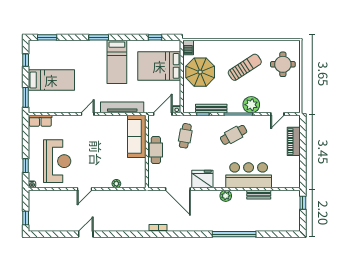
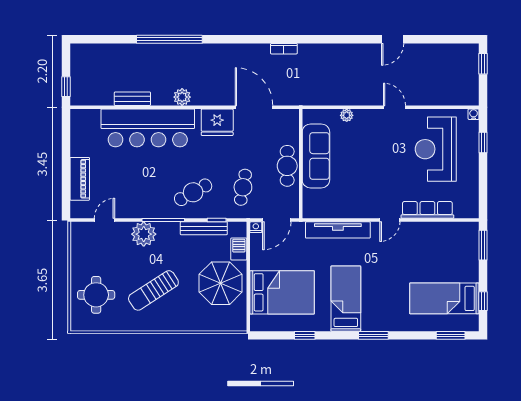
window: (155, 37) -> (305, 335), moved
barbecue: (188, 47) -> (239, 249), moved
bed: (51, 80) -> (444, 298), moved
row of seats: (40, 121) -> (427, 210), moved, width x1.48
cafe table: (234, 135) -> (193, 192), moved
sofa: (137, 136) -> (316, 156), moved
bar counter: (249, 175) -> (148, 128), width x1.36
door: (85, 189) -> (394, 107), hinge flipped

